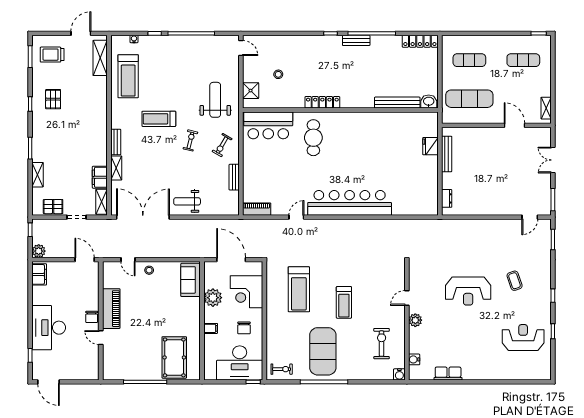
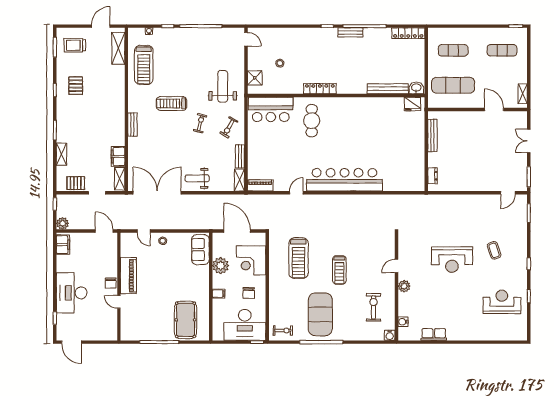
fridge: (430, 146) -> (412, 104), moved, turned -90
shelving: (116, 168) -> (239, 180), moved

